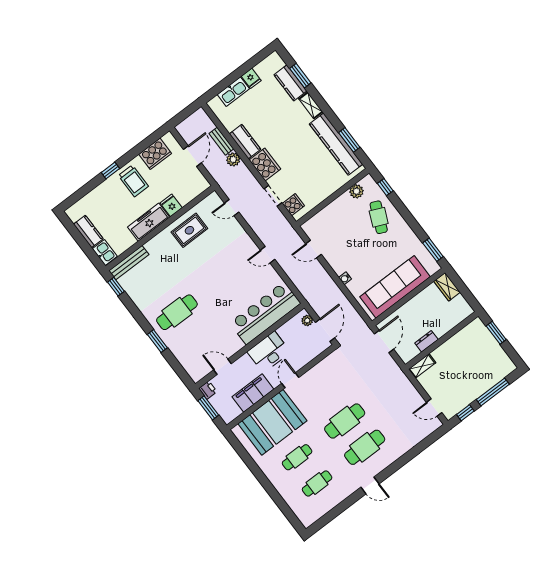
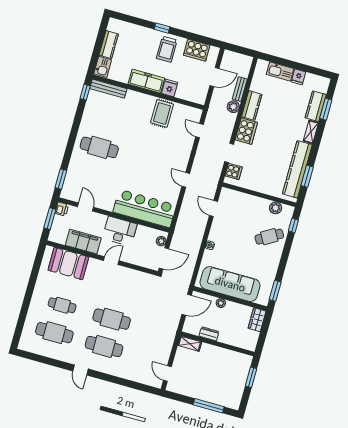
cafe table: (379, 217) -> (269, 237), turned 36
rug: (189, 230) -> (162, 113), turned 90
plant: (406, 309) -> (221, 303), added
window: (157, 341) -> (61, 179), moved
window: (465, 413) -> (180, 398), removed
booth: (272, 422) -> (68, 264), width x0.73, depth x0.70
cafe table: (317, 483) -> (54, 333), width x1.37, depth x1.35

